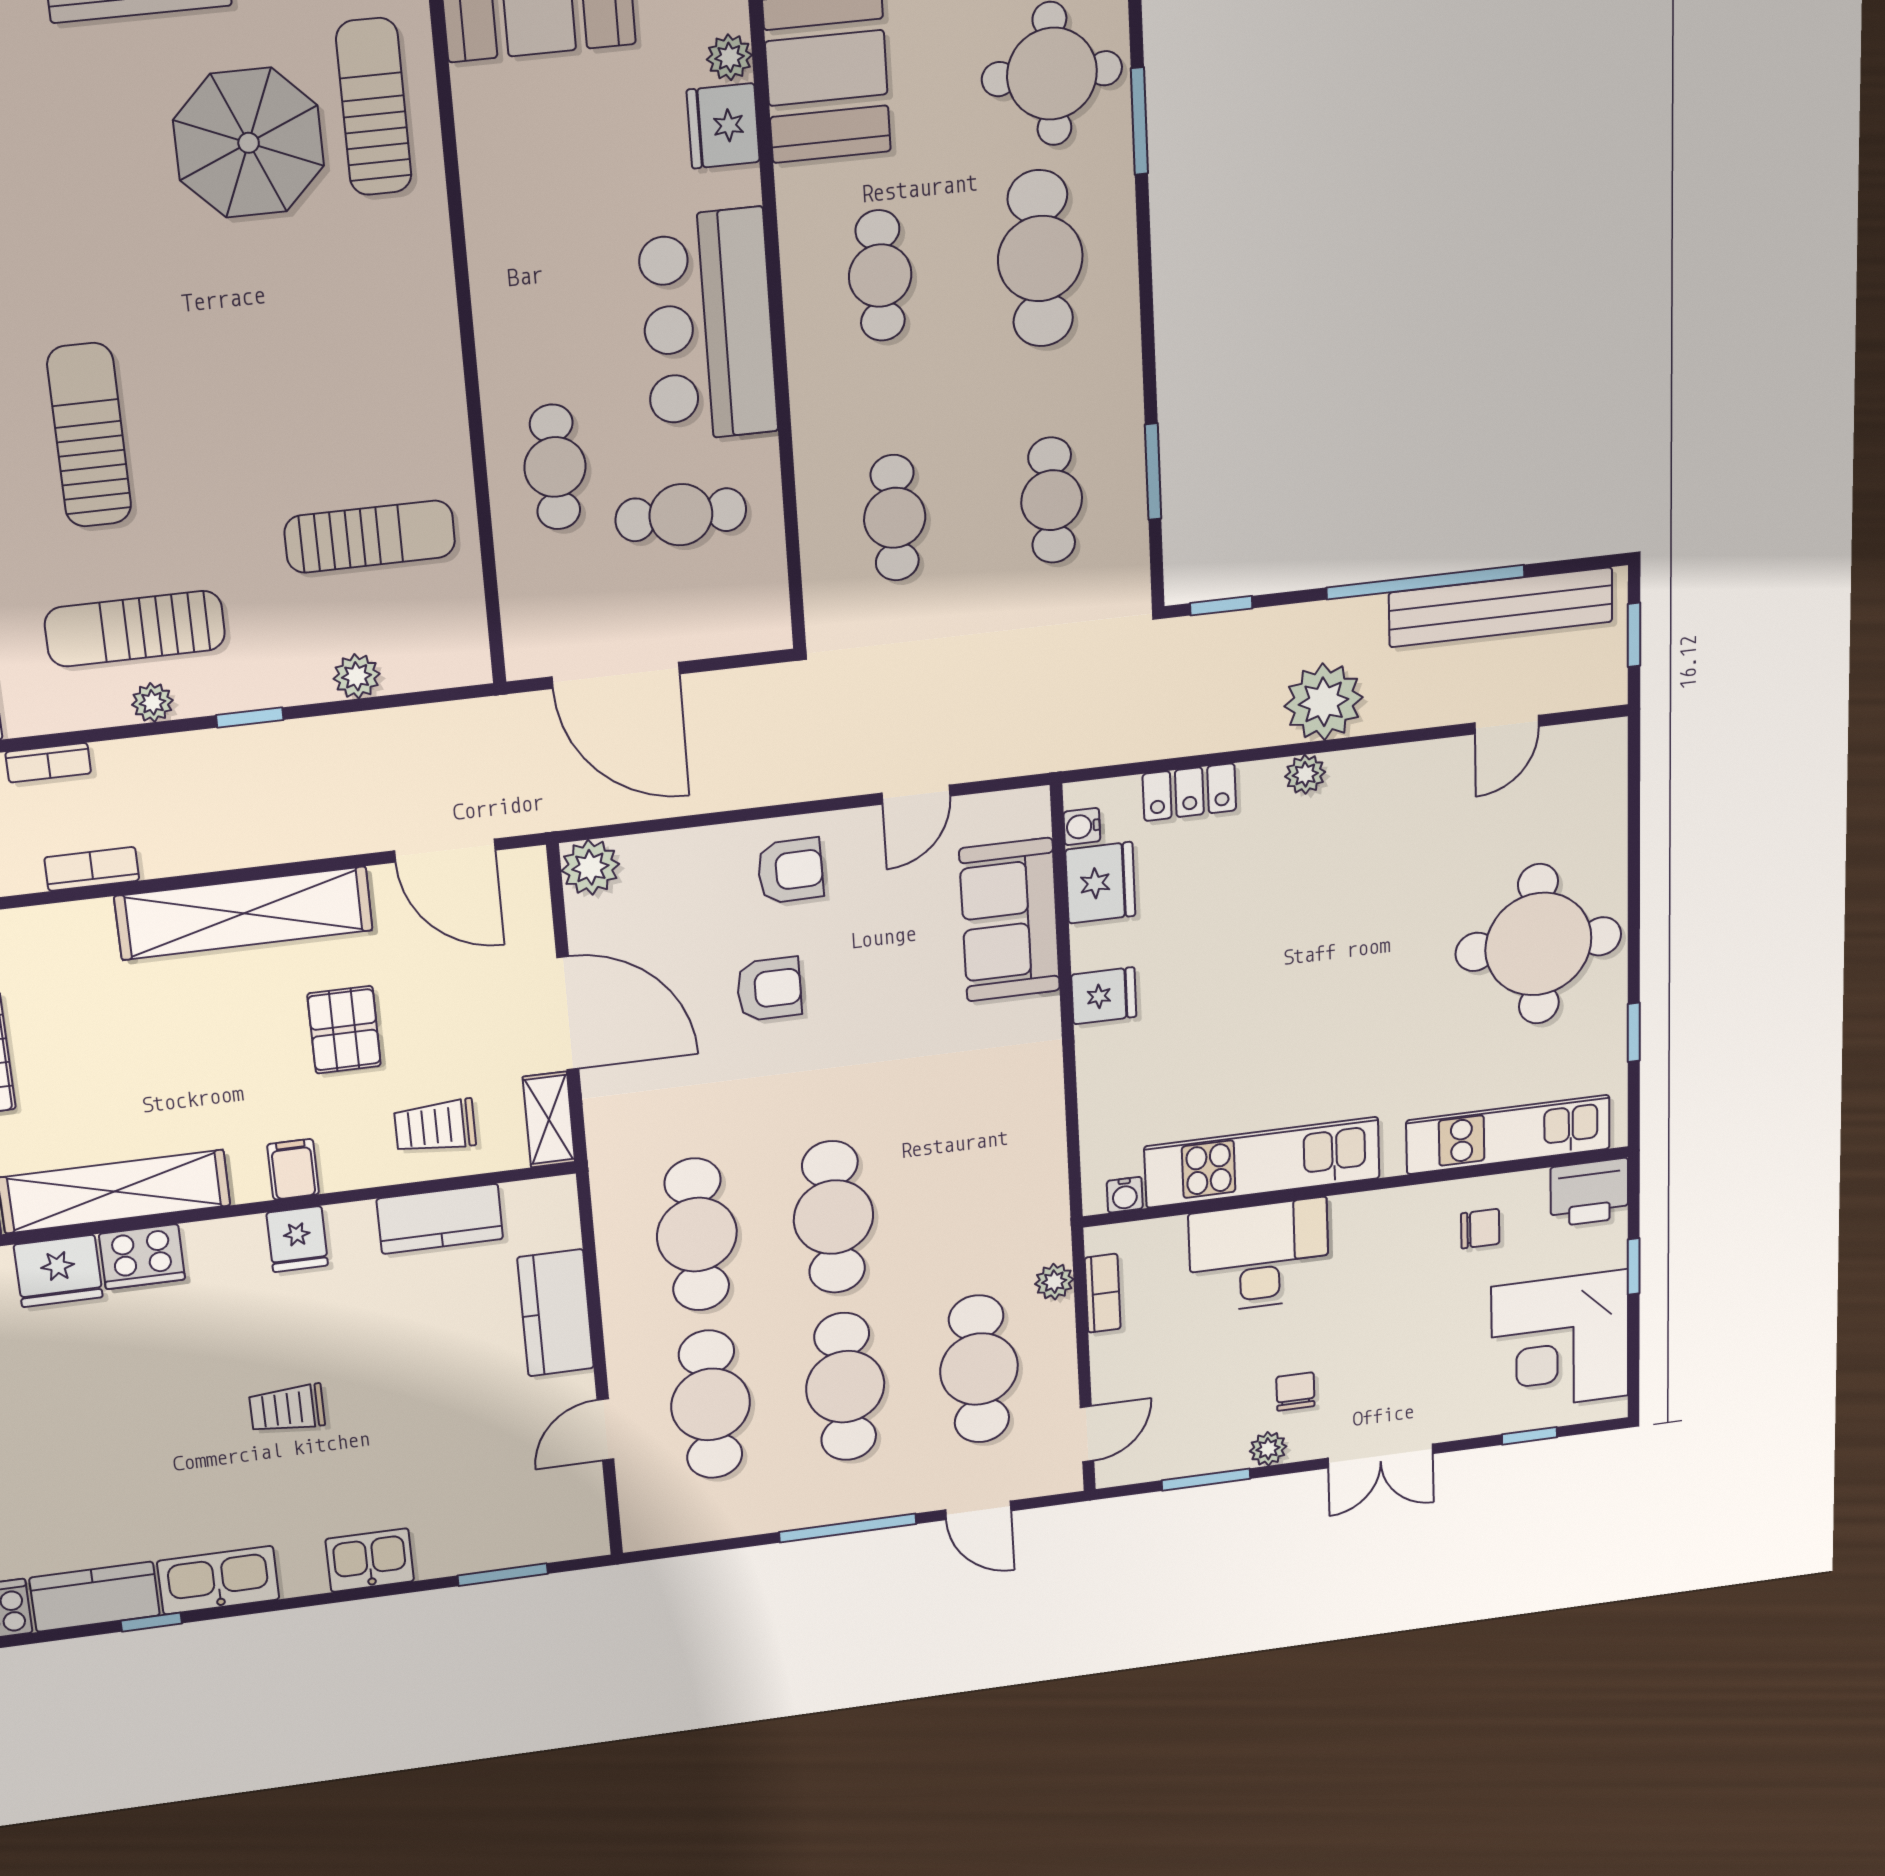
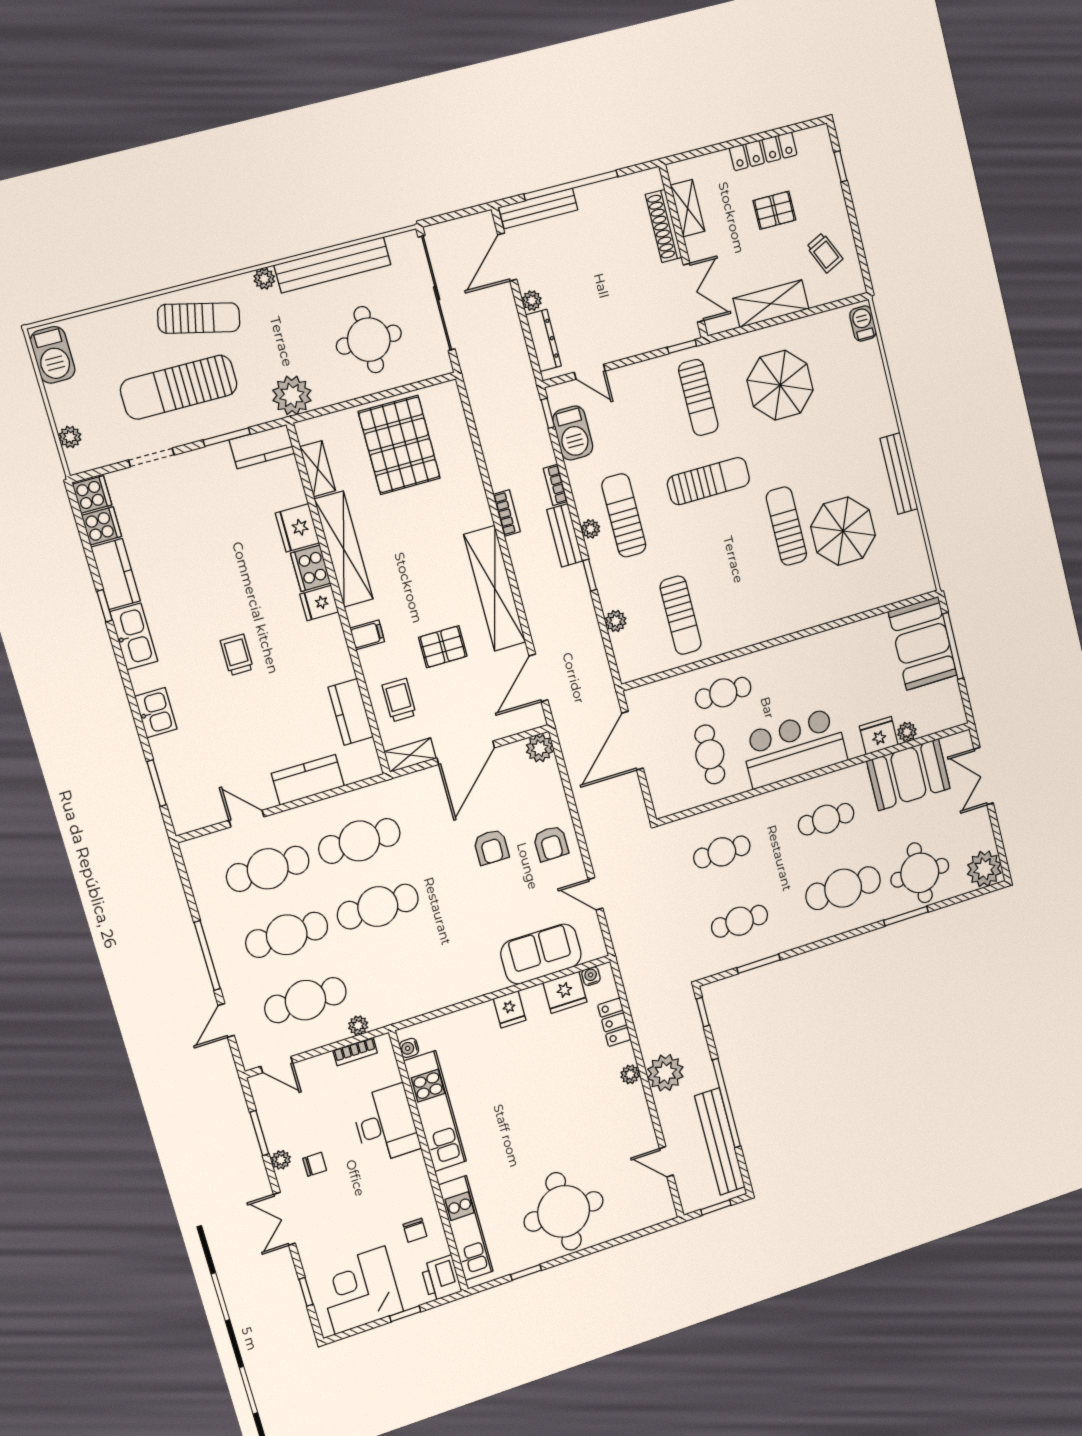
sun lounger: (374, 107) -> (786, 526), moved, turned -90
bench: (157, 758) -> (565, 535), added
fridge: (297, 1239) -> (319, 603), moved

